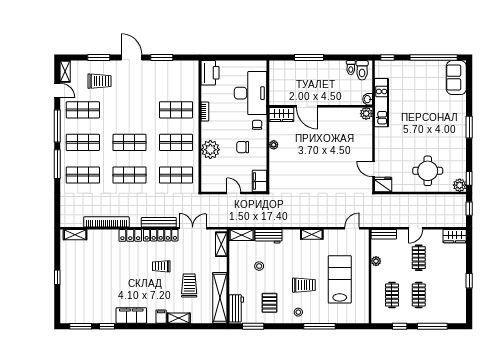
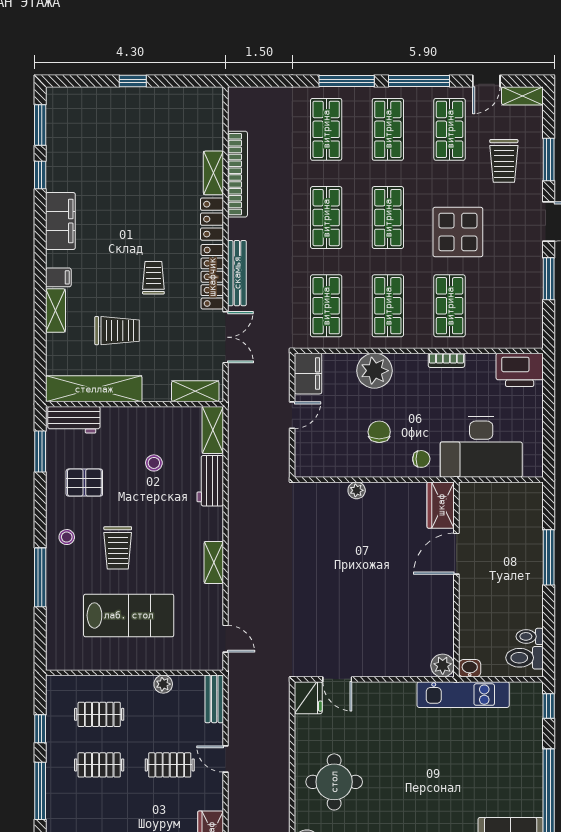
display table: (137, 105) -> (458, 232), added
plant: (274, 145) -> (357, 490), moved
door: (374, 169) -> (337, 679), swing flipped
filing cabinet: (260, 181) -> (308, 374), moved, turned 90
shelving: (75, 235) -> (213, 173), moved

